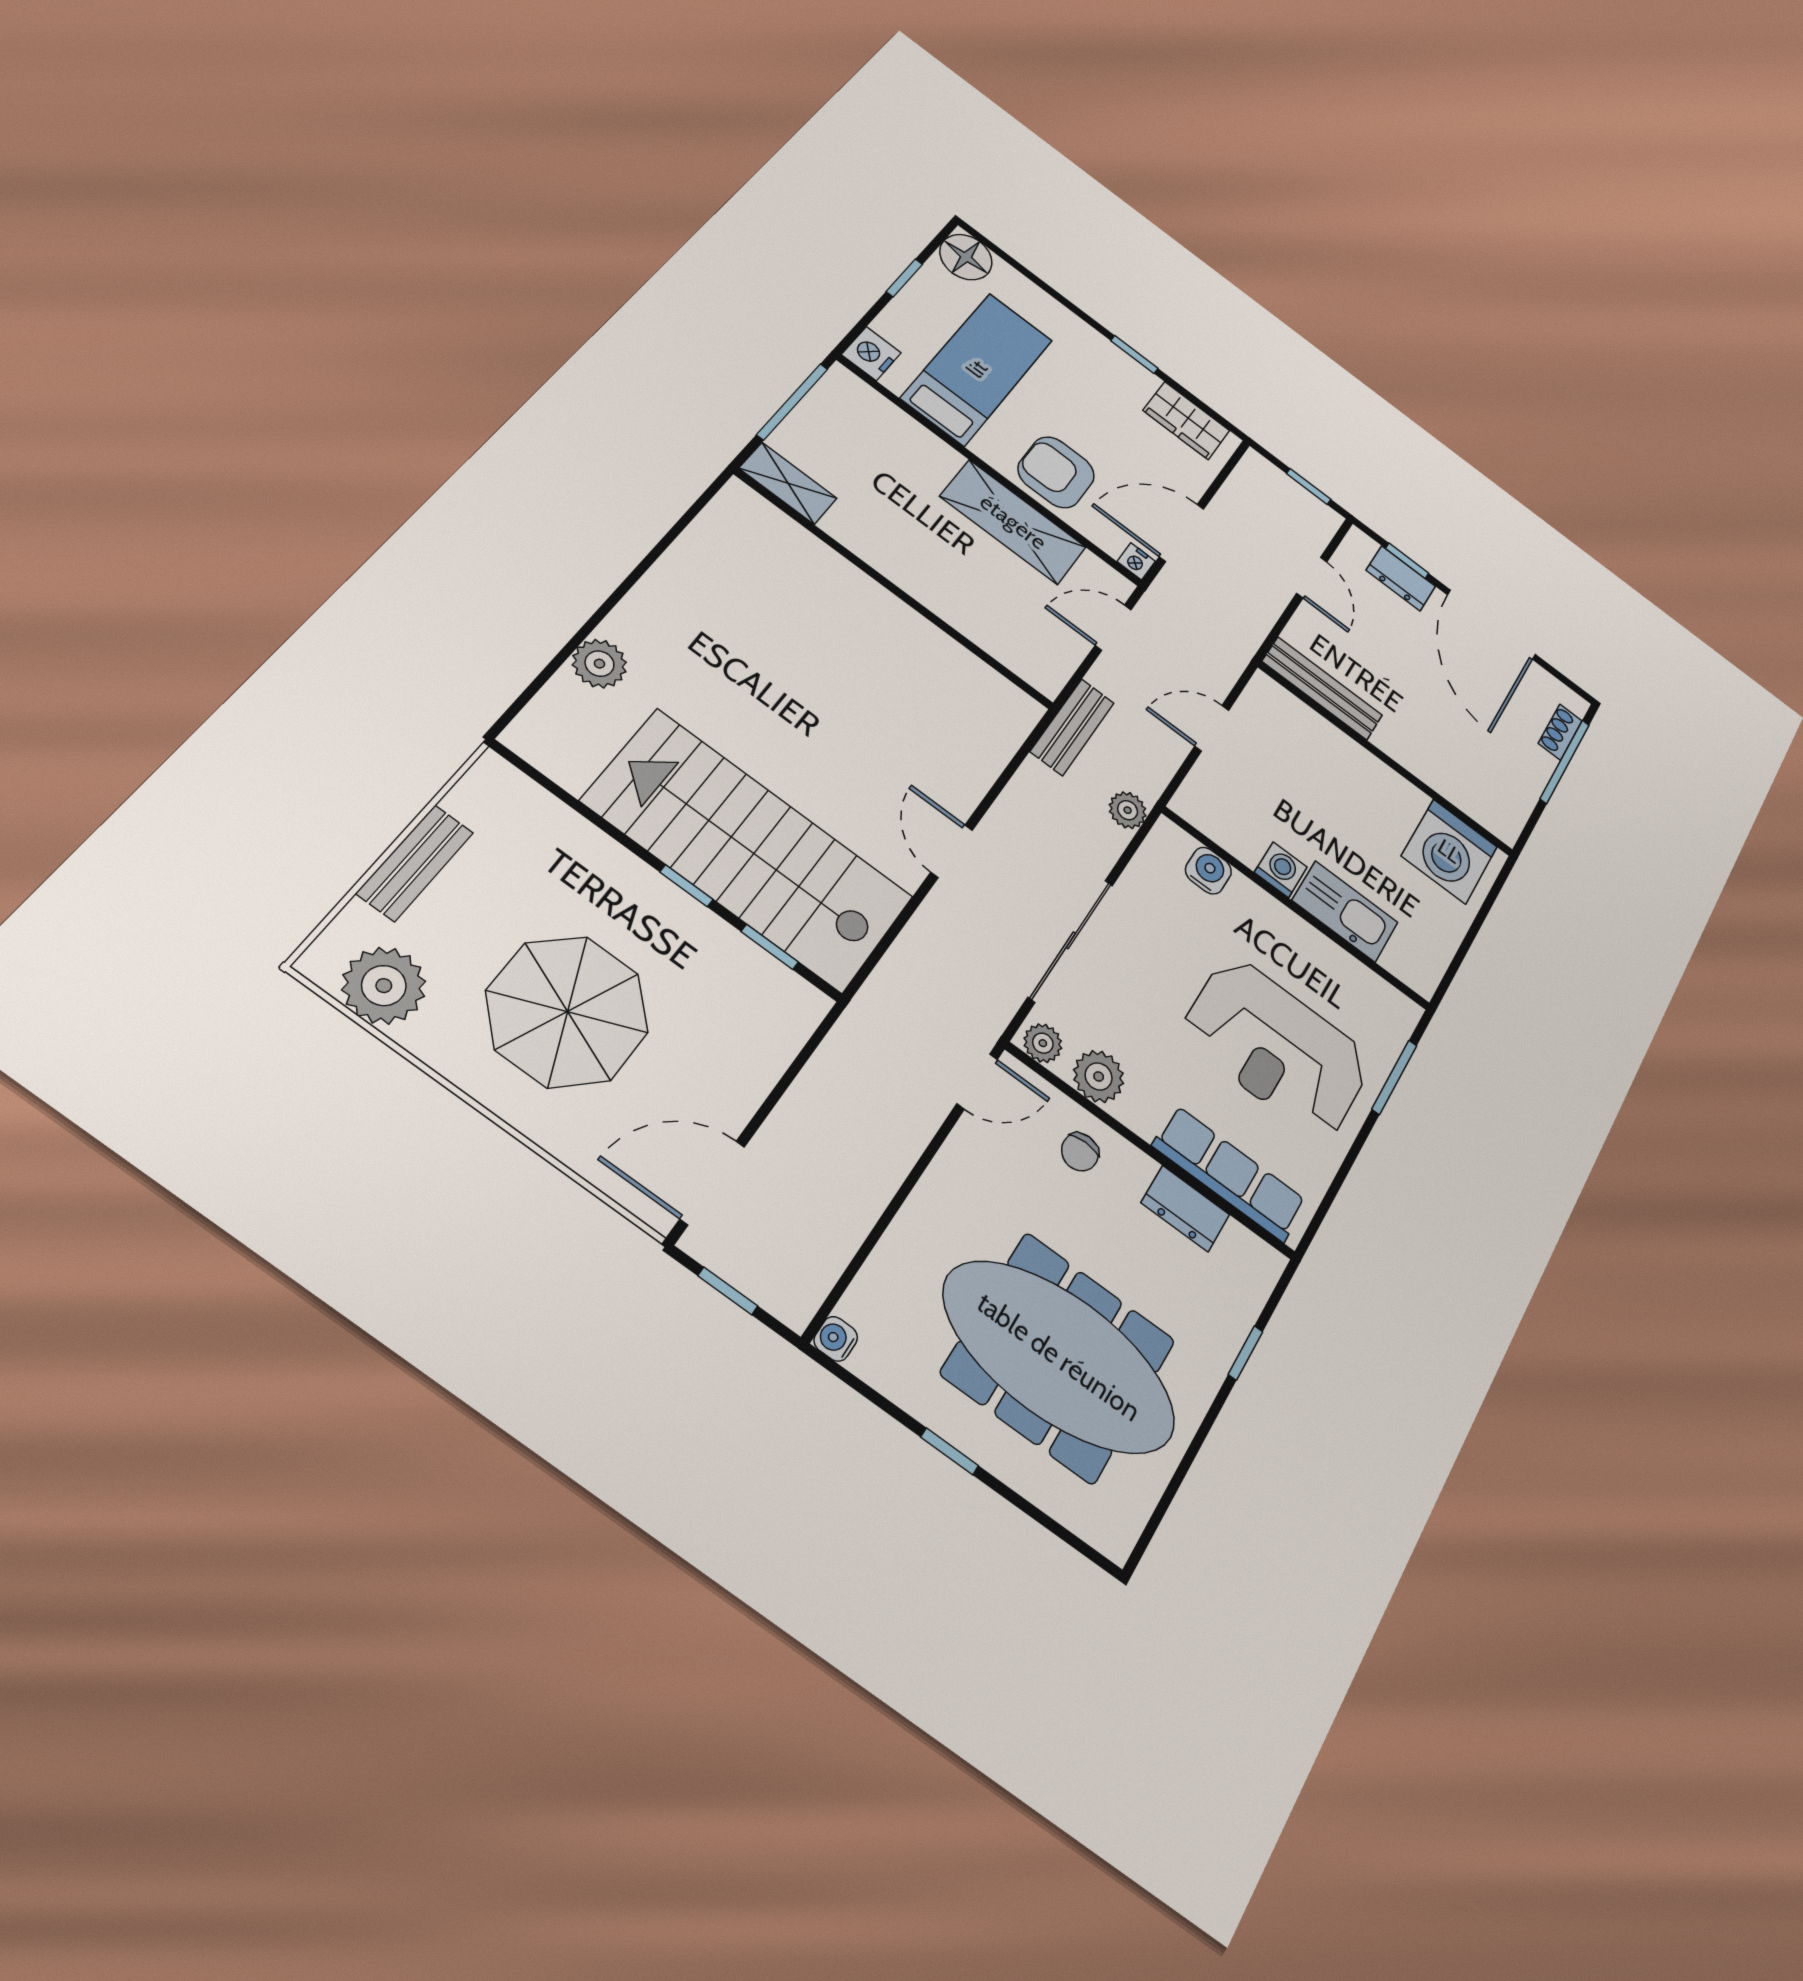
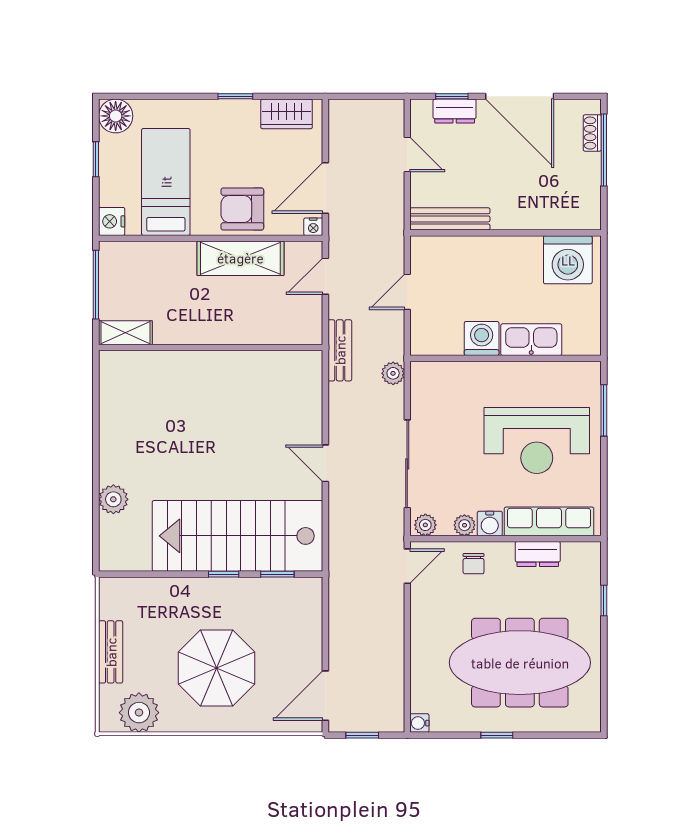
window: (1309, 486) -> (373, 96), removed
washing machine: (1281, 870) -> (482, 339), width x1.38, depth x1.38
water cooler: (1208, 871) -> (490, 524), moved, turned 180
plant: (1099, 1076) -> (464, 525), width x0.73, depth x0.73

